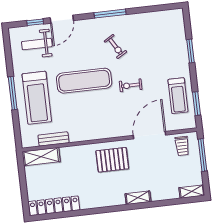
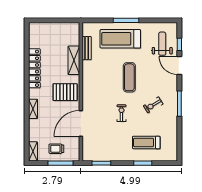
exercise mat: (84, 81) -> (129, 77), width x0.73, depth x0.69
treadmill: (178, 96) -> (146, 142), moved
door: (149, 135) -> (81, 123), swing flipped
trolley: (182, 146) -> (56, 149), moved
shelving: (41, 157) -> (74, 60), moved
pallet: (112, 160) -> (65, 92), turned 90
locker: (54, 206) -> (34, 68), moved

